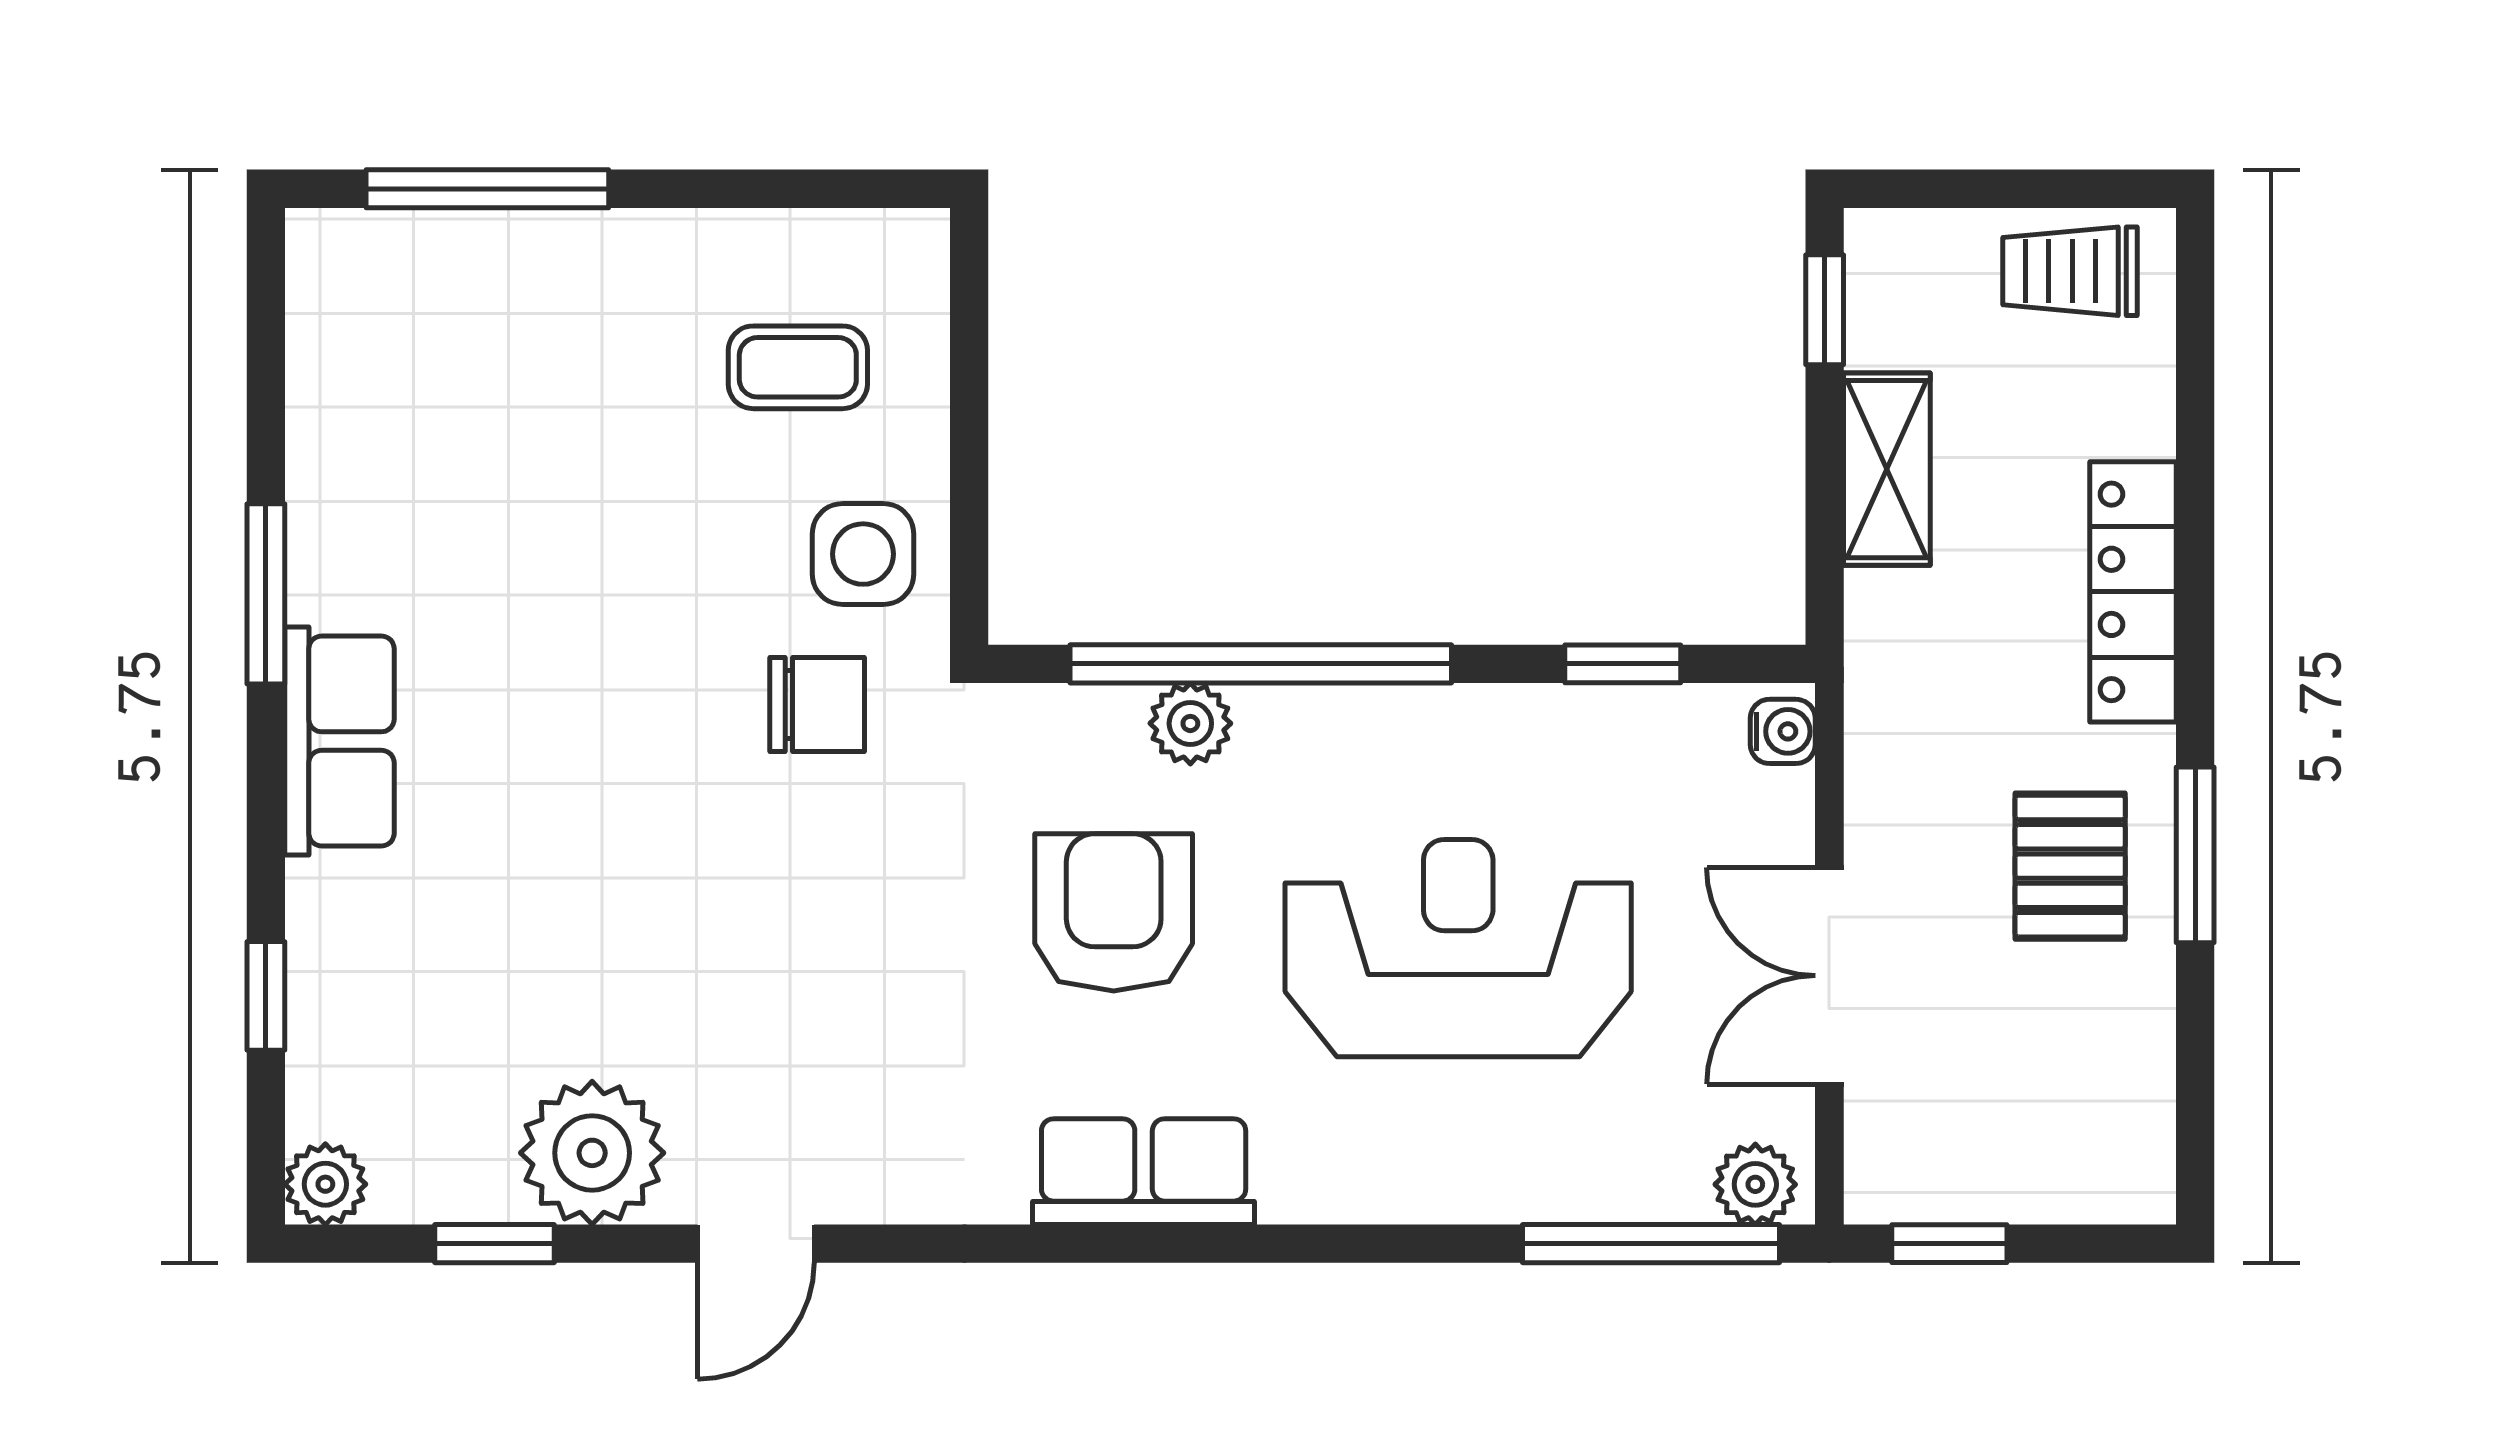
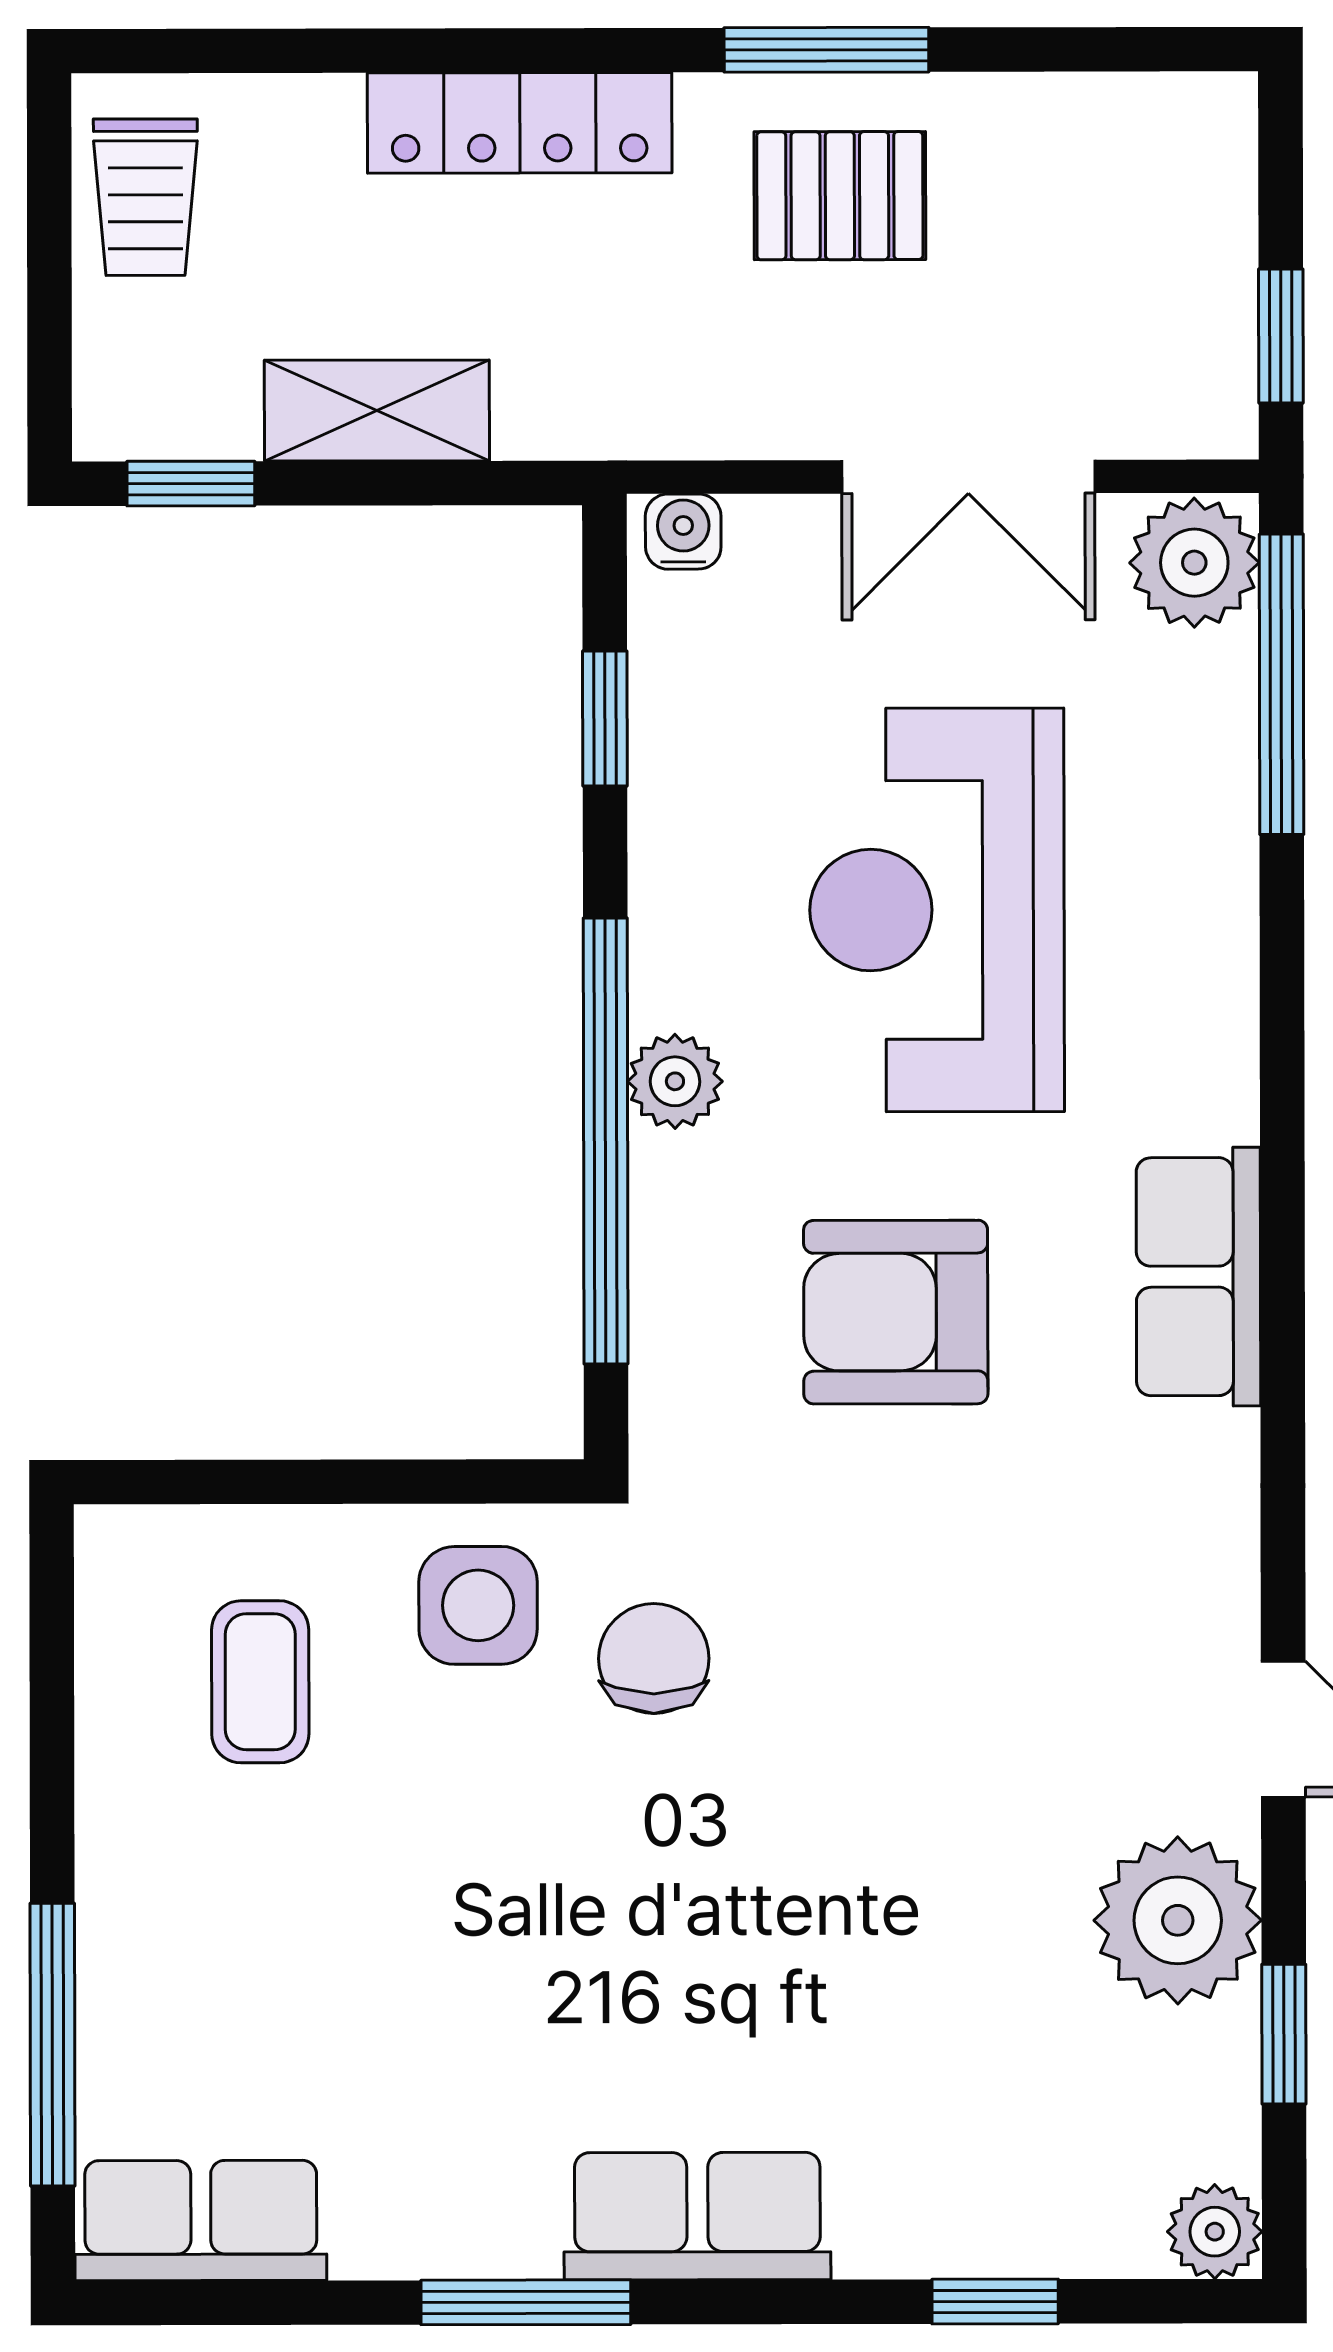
row of seats: (336, 316) -> (201, 2220), added
plant: (1190, 723) -> (675, 1081), moved
plant: (1755, 1184) -> (1194, 563), width x1.38, depth x1.38

